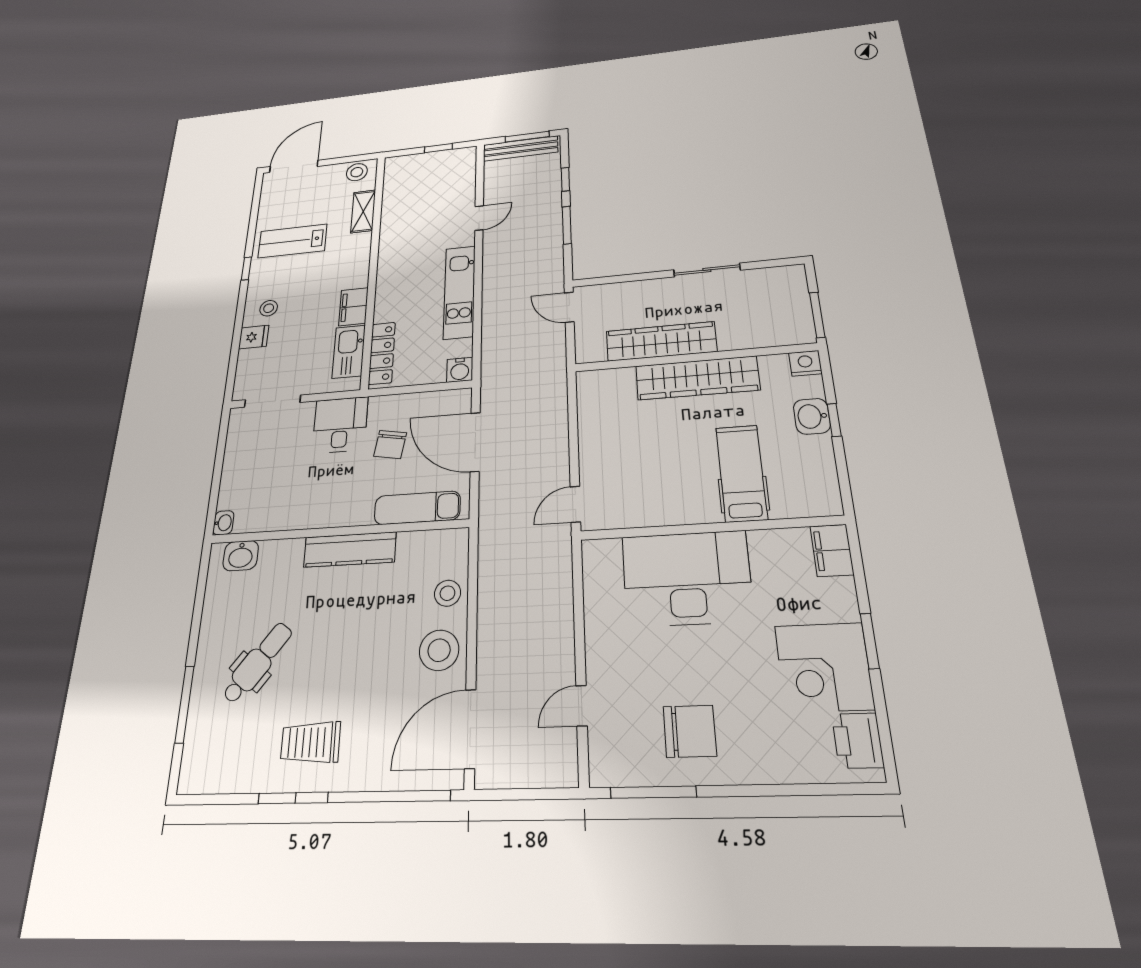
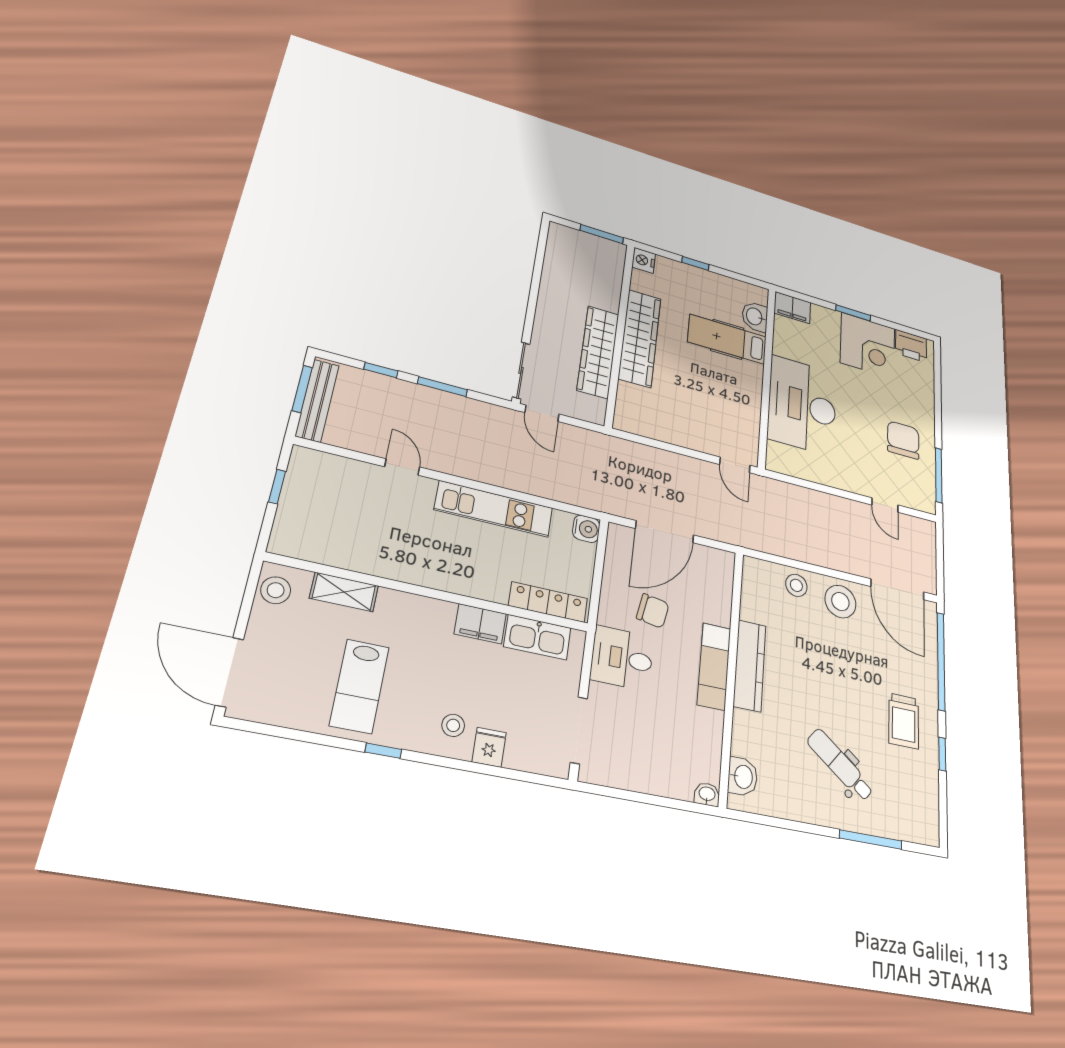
sliding door: (707, 270) -> (521, 370), moved
door: (569, 307) -> (542, 413), hinge flipped
washbasin: (812, 416) -> (755, 317), moved, turned 90
exam couch: (417, 508) -> (714, 666), moved

